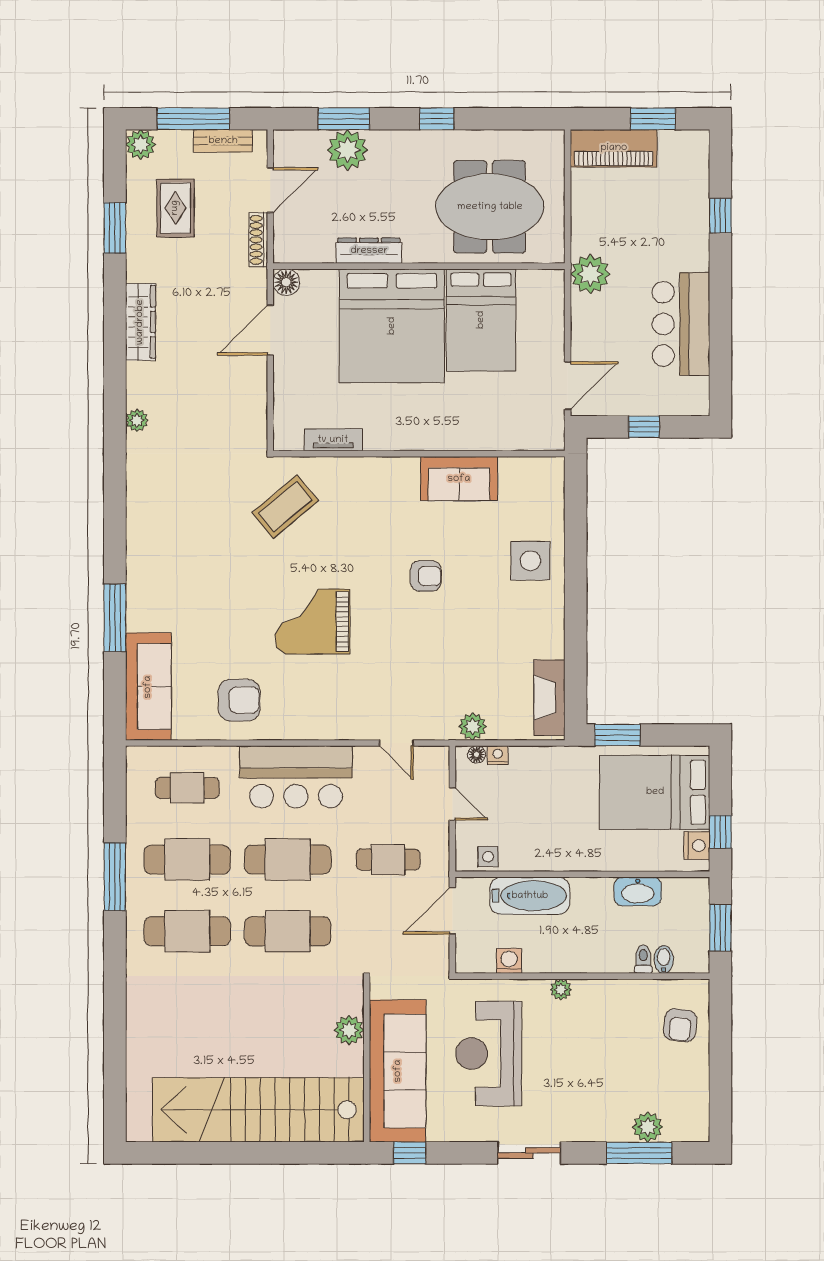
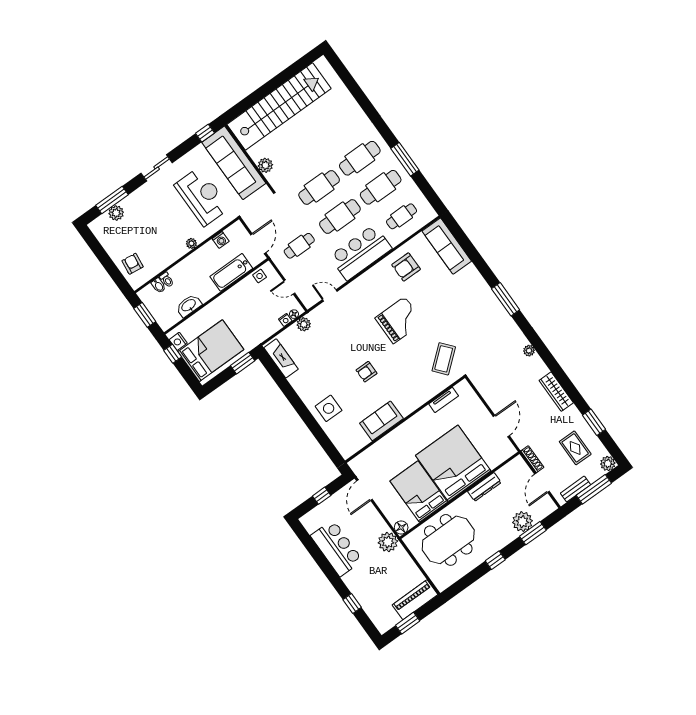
floor lamp: (286, 282) -> (401, 527), moved
window: (115, 618) -> (506, 299), moved

